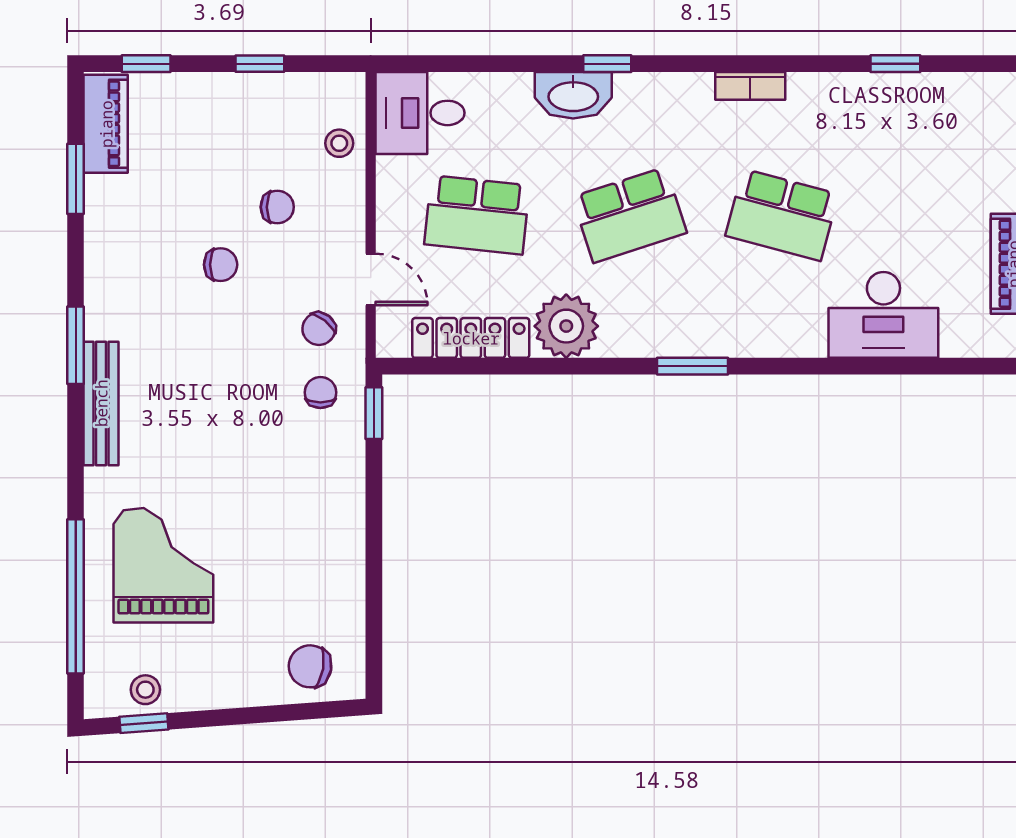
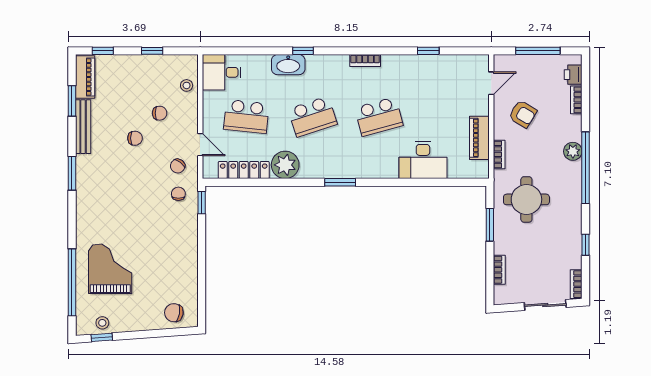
school desk: (782, 215) -> (379, 117), turned -30
bench: (101, 403) -> (83, 127), moved

